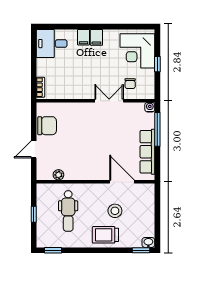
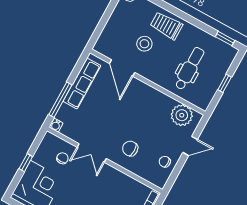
chair: (80, 121) -> (130, 149), added
chair: (47, 126) -> (165, 162), width x0.54, depth x0.54
plant: (58, 175) -> (182, 115), width x1.88, depth x1.88
trolley: (105, 235) -> (166, 26), turned 180

